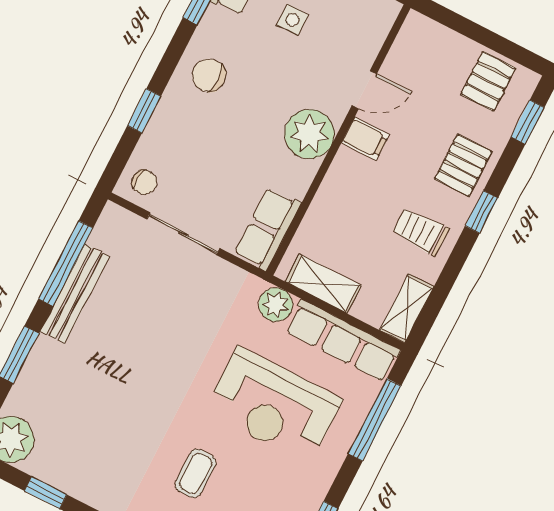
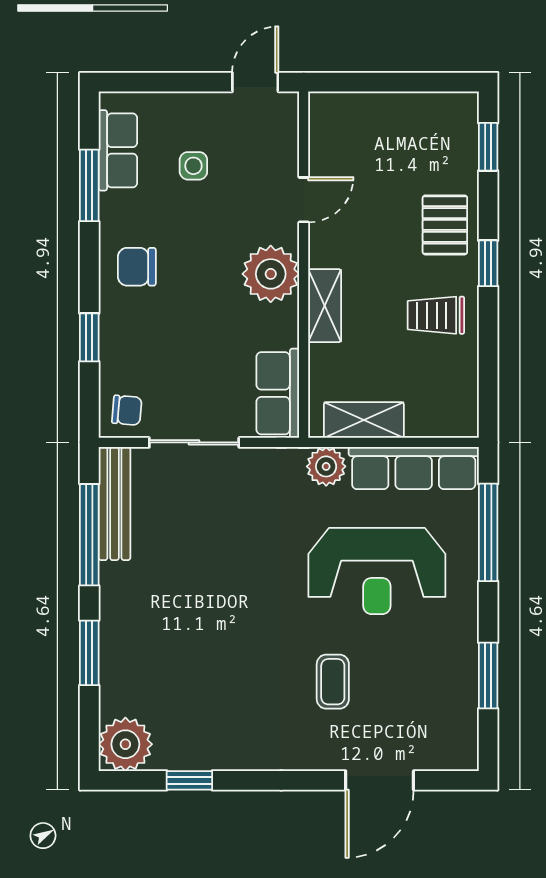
pallet: (488, 81) -> (426, 126), removed
filing cabinet: (365, 139) -> (331, 249), removed
bench: (75, 294) -> (114, 504), moved
shelving: (407, 308) -> (325, 306), moved

